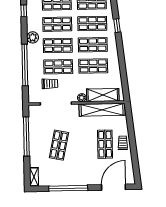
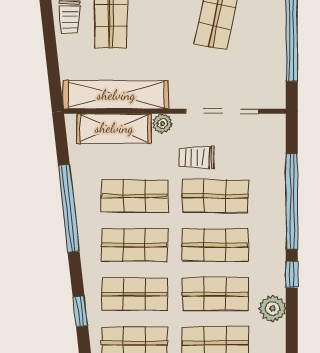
window: (24, 11) -> (292, 274), moved
window: (117, 26) -> (80, 311), moved
plant: (33, 37) -> (273, 308), moved
window: (122, 60) -> (69, 208), added
trolley: (50, 84) -> (197, 158), moved

